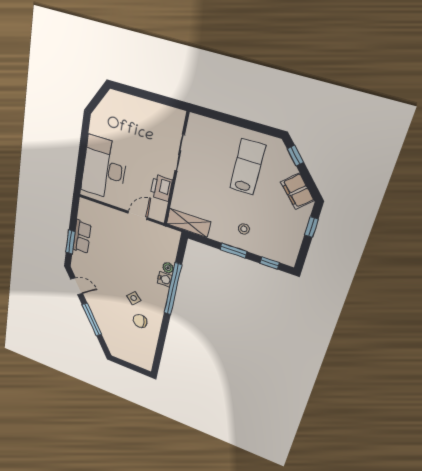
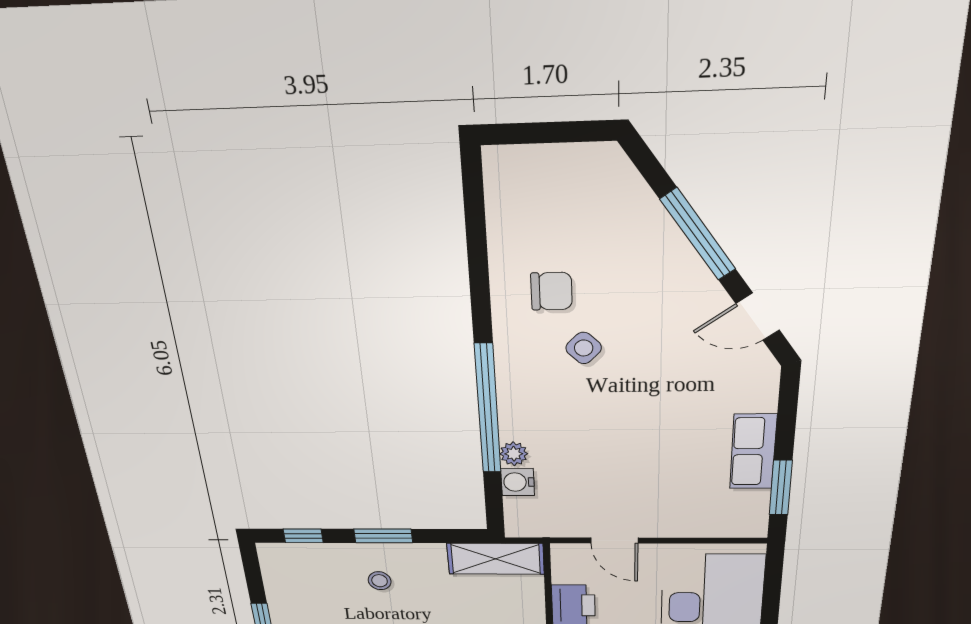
door: (138, 215) -> (614, 540), hinge flipped
window: (70, 242) -> (781, 488), moved
water cooler: (165, 279) -> (518, 482), moved

